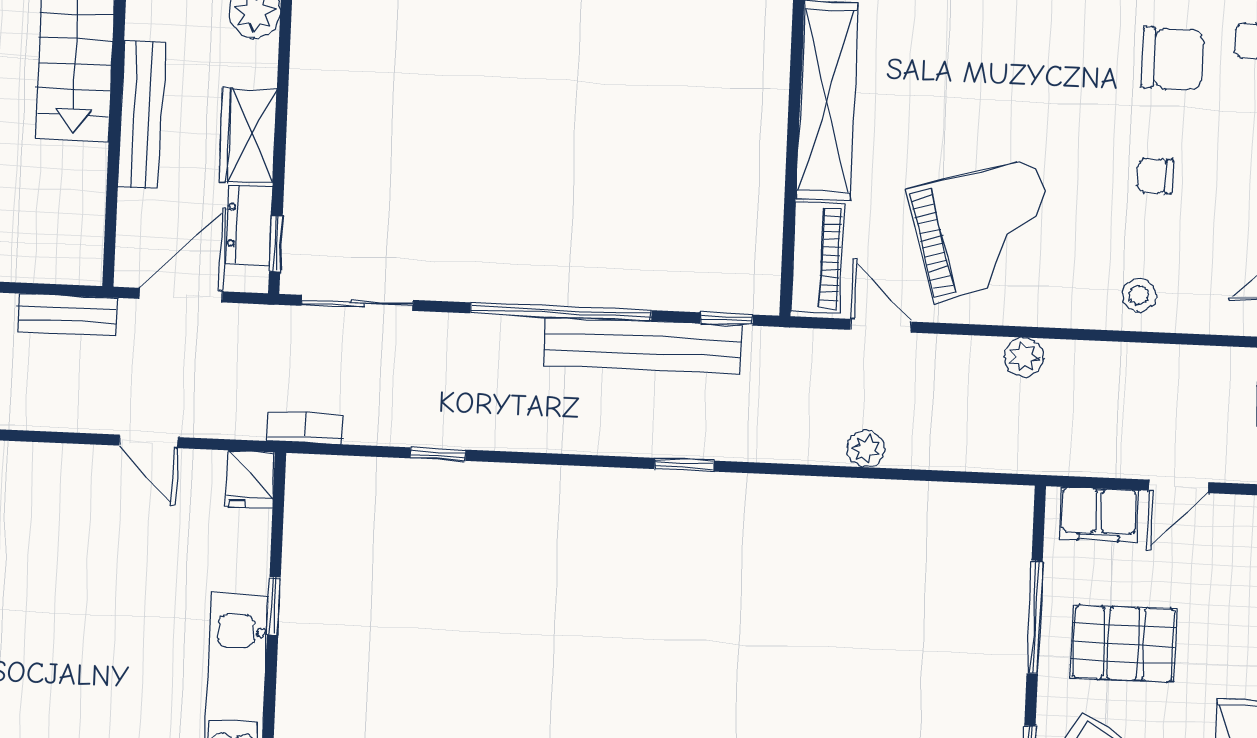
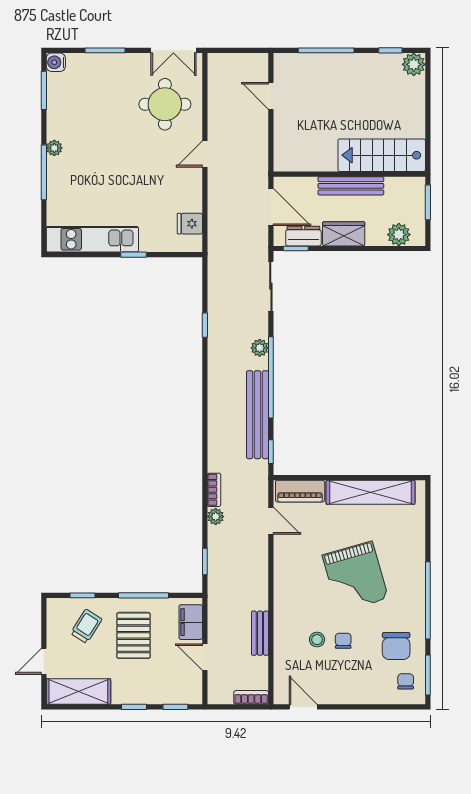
grand piano: (985, 230) -> (355, 577), moved
stool: (1139, 295) -> (317, 640), moved
bench: (67, 315) -> (260, 633), moved
door: (881, 326) -> (271, 521), hinge flipped
plant: (1024, 357) -> (260, 348), moved
bookcase: (305, 428) -> (214, 490), moved
door: (149, 441) -> (205, 154), moved
window: (684, 465) -> (205, 562), moved
fridge: (250, 479) -> (190, 224), moved

